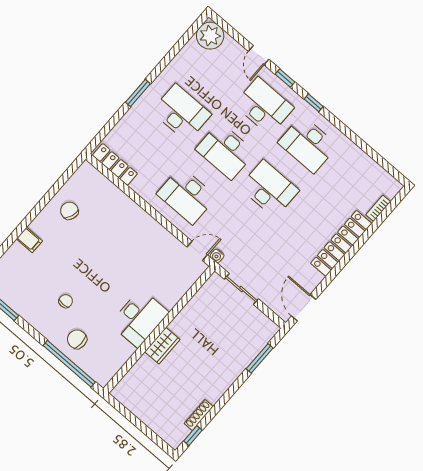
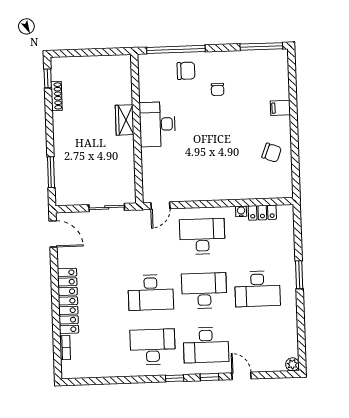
plant: (210, 36) -> (292, 364), width x0.53, depth x0.53
locker: (115, 164) -> (262, 213), width x0.66
water cooler: (217, 256) -> (241, 211), moved

